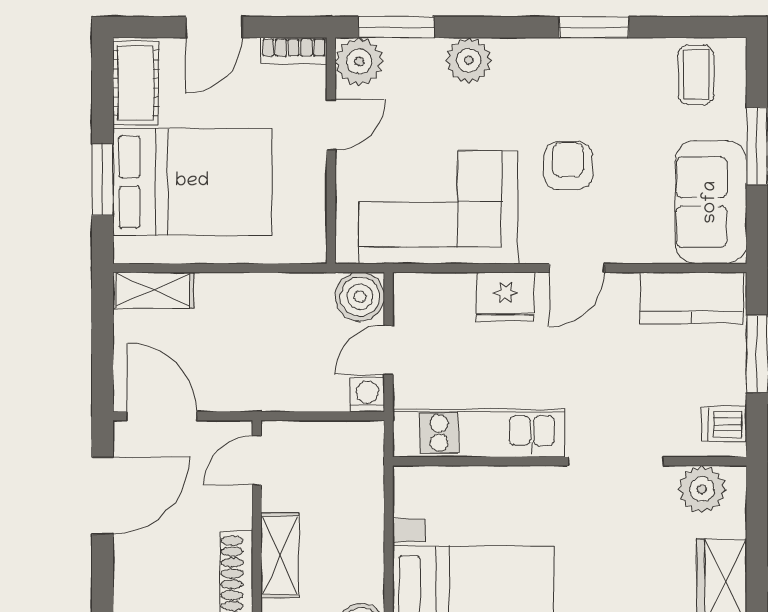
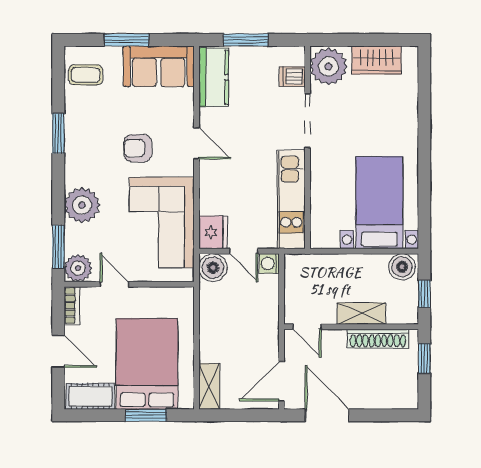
plant: (469, 60) -> (82, 205), width x1.36, depth x1.36
fridge: (505, 297) -> (213, 232), moved
dishwasher: (724, 424) -> (292, 77), moved, turned 90
plant: (702, 489) -> (328, 66), width x1.36, depth x1.36

